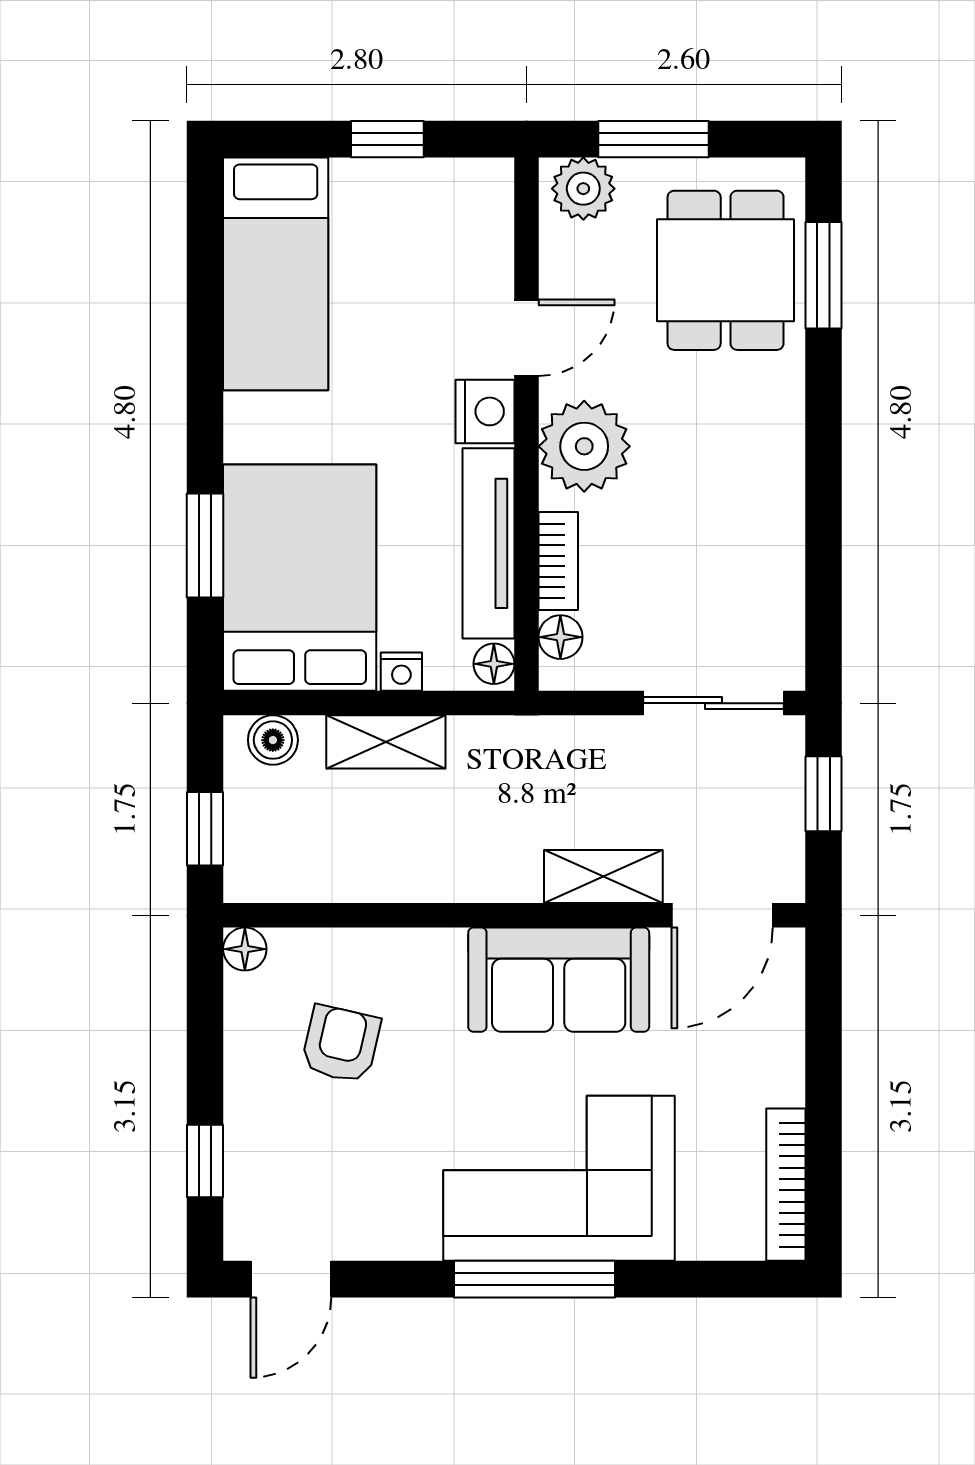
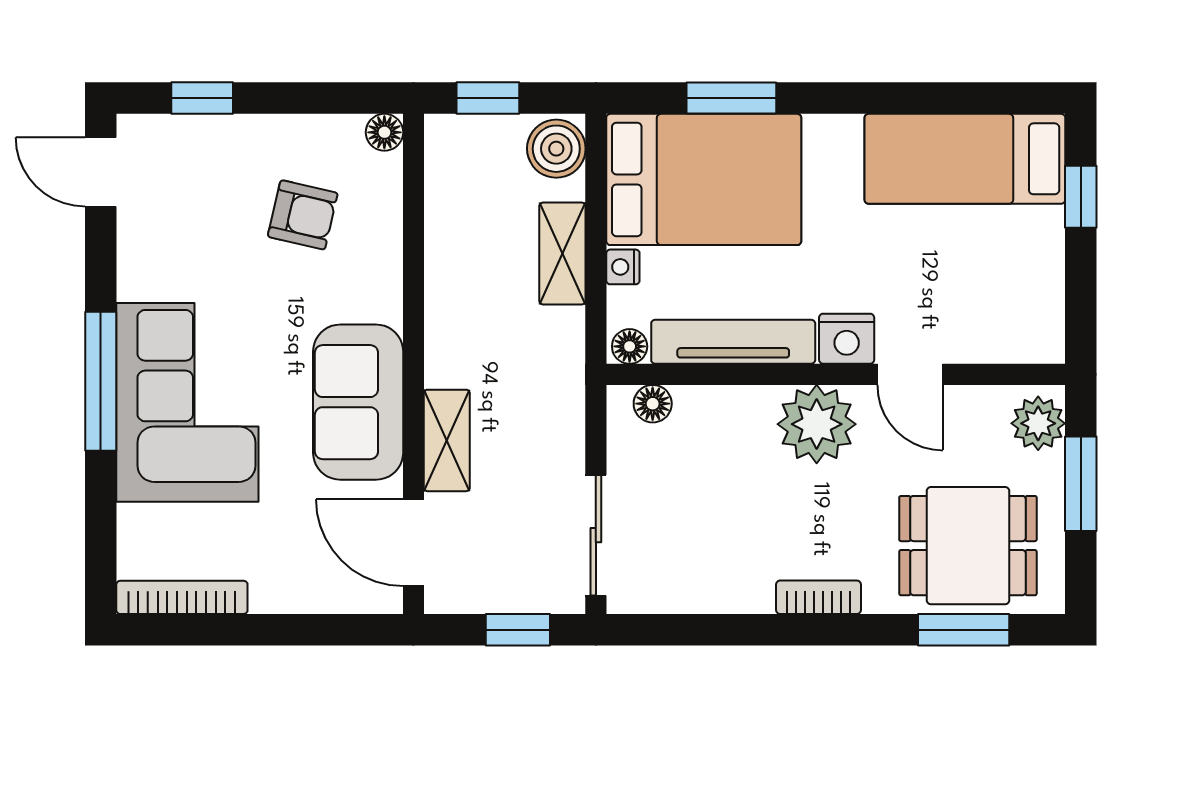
window: (387, 139) -> (1081, 197), moved
bookcase: (558, 561) -> (819, 597), moved, turned 180
boiler: (273, 740) -> (556, 149), width x1.36, depth x1.36

